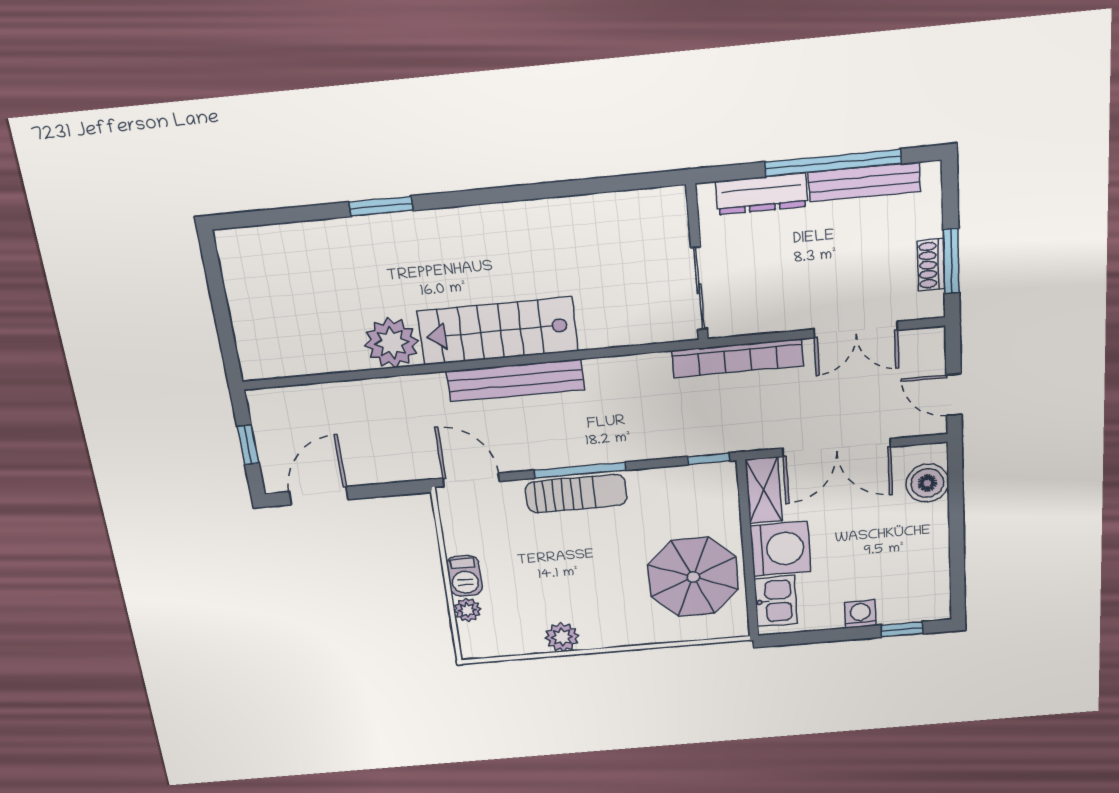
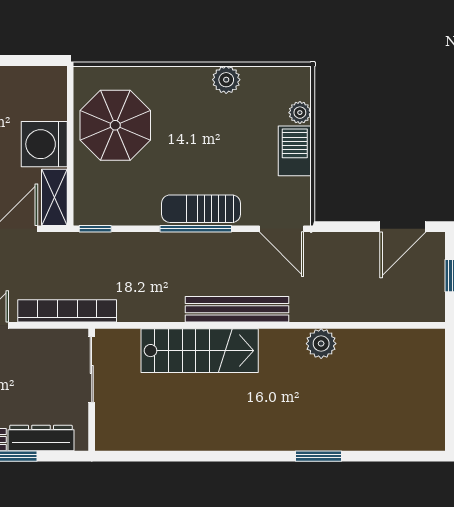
stairs: (498, 331) -> (200, 351), moved
plant: (392, 343) -> (321, 344), width x0.73, depth x0.73
barbecue: (464, 576) -> (295, 151), width x1.38, depth x1.27
kitchen sink: (776, 601) -> (51, 97), removed

